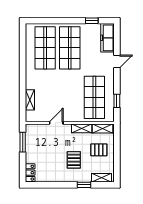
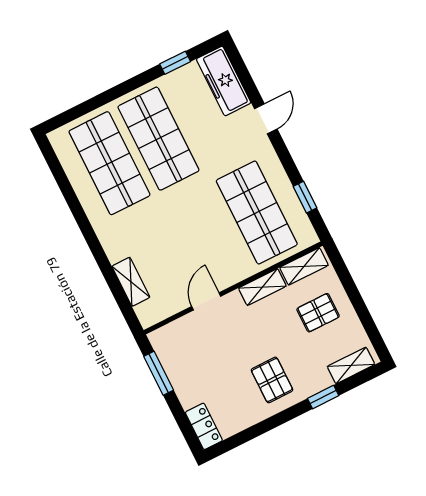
pallet: (74, 160) -> (272, 380), moved

